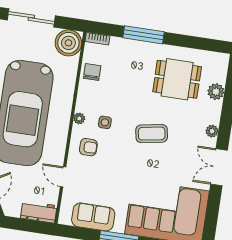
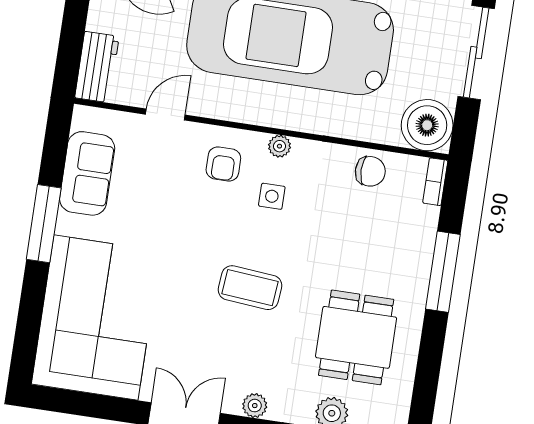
coffee table: (152, 134) -> (250, 288), turned -75

